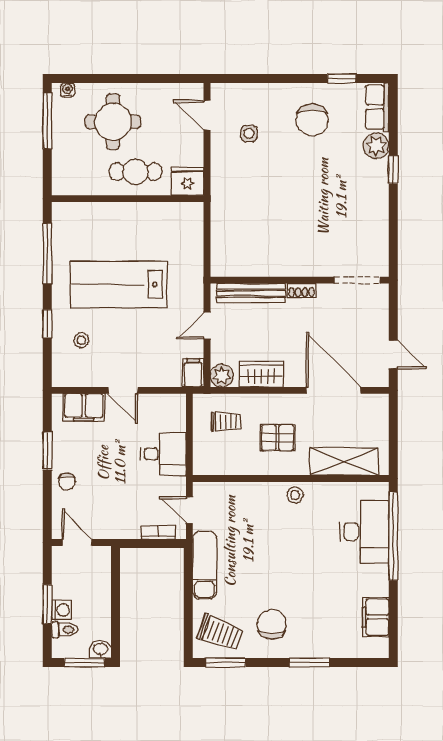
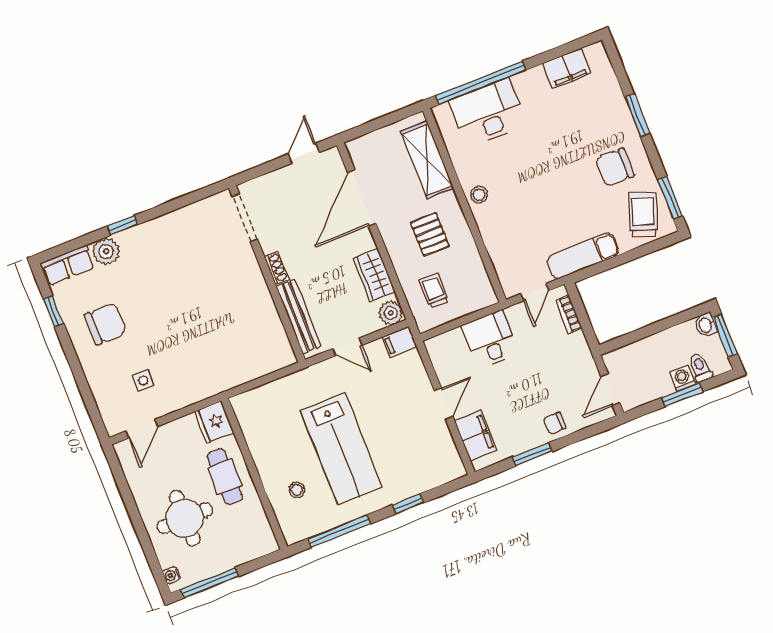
stool: (81, 340) -> (297, 490), moved
chair: (67, 481) -> (555, 423), turned 180

